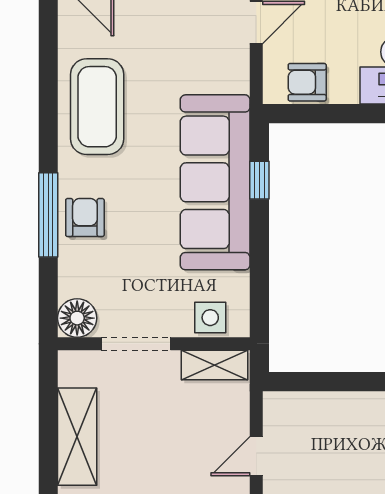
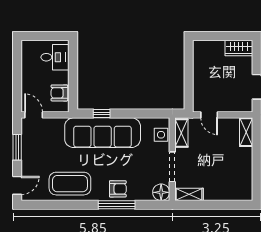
armchair: (307, 82) -> (59, 93), turned 90
armchair: (85, 218) -> (118, 189), turned 180
shelving: (77, 437) -> (189, 194), moved, width x0.67, depth x0.75
door: (256, 456) -> (209, 115), moved

